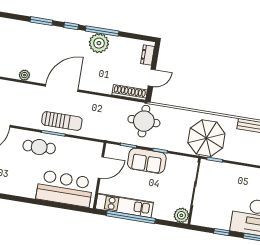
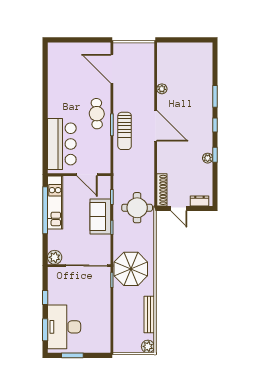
window: (102, 31) -> (215, 155), width x0.46
plant: (99, 43) -> (208, 158), width x0.53, depth x0.53

